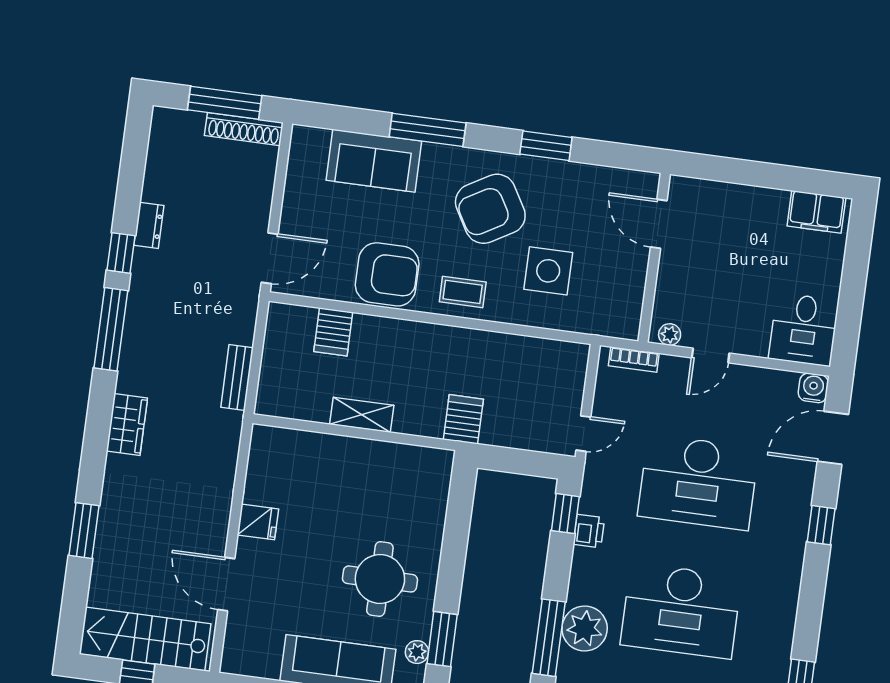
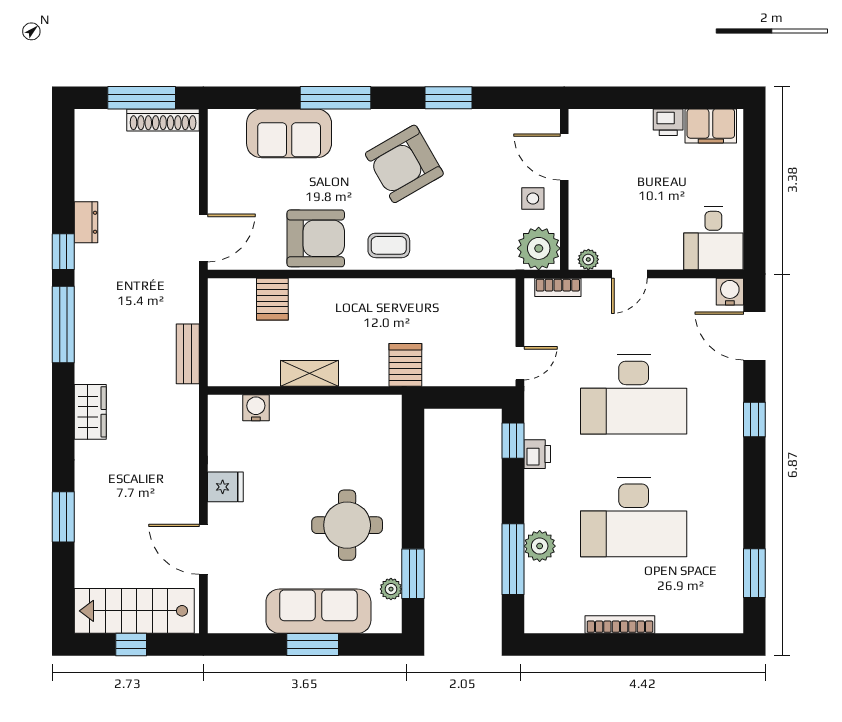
printer: (772, 202) -> (668, 122), added
side table: (548, 271) -> (533, 198), moved, width x0.54, depth x0.54
plant: (619, 316) -> (539, 248), added
door: (833, 438) -> (754, 336), hinge flipped
water cooler: (301, 443) -> (256, 408), added
plant: (585, 629) -> (540, 546), width x0.73, depth x0.73

